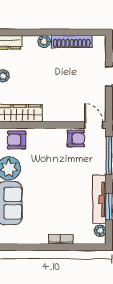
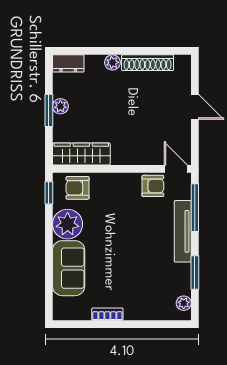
tv unit: (99, 199) -> (183, 231), moved
bookcase: (61, 239) -> (107, 314), moved

